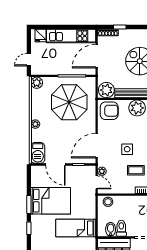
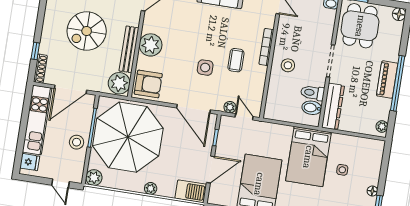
door: (97, 56) -> (70, 89), hinge flipped
stool: (60, 66) -> (77, 142), added
parasol: (69, 102) -> (128, 137), width x1.36, depth x1.36
armchair: (109, 111) -> (148, 84), turned 90
door: (97, 182) -> (244, 117), hinge flipped
stool: (108, 202) -> (288, 65), moved
bed: (76, 228) -> (308, 157), width x1.50

